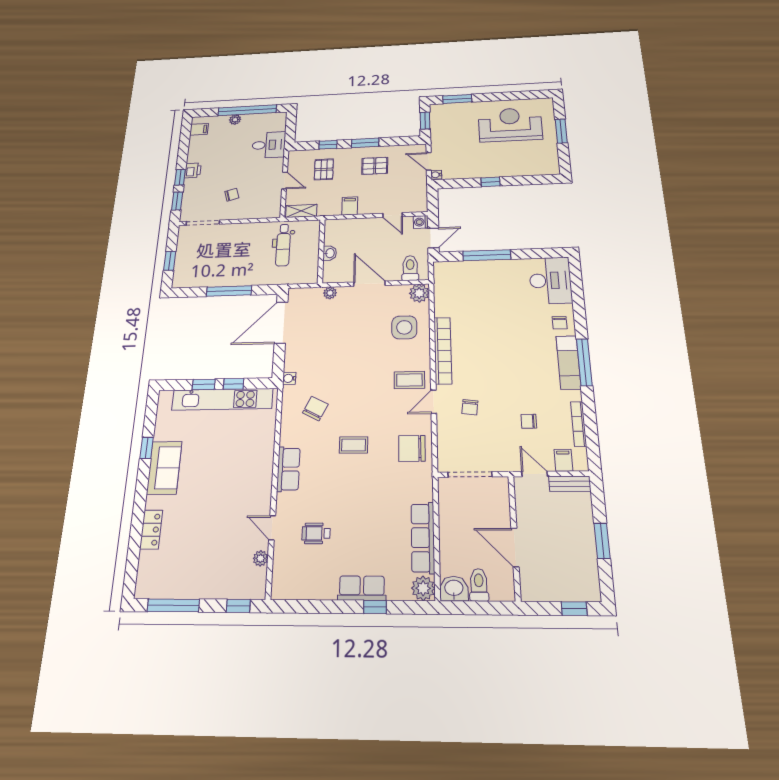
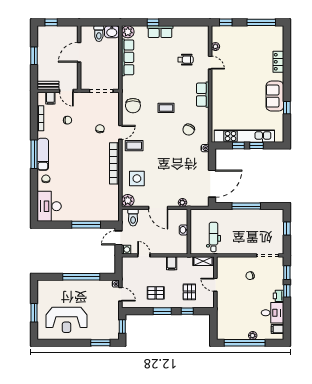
desk: (269, 145) -> (273, 313), moved, turned 180
window: (490, 182) -> (81, 277), width x3.17
chair: (412, 448) -> (133, 106), turned 90
door: (515, 548) -> (79, 52), swing flipped

